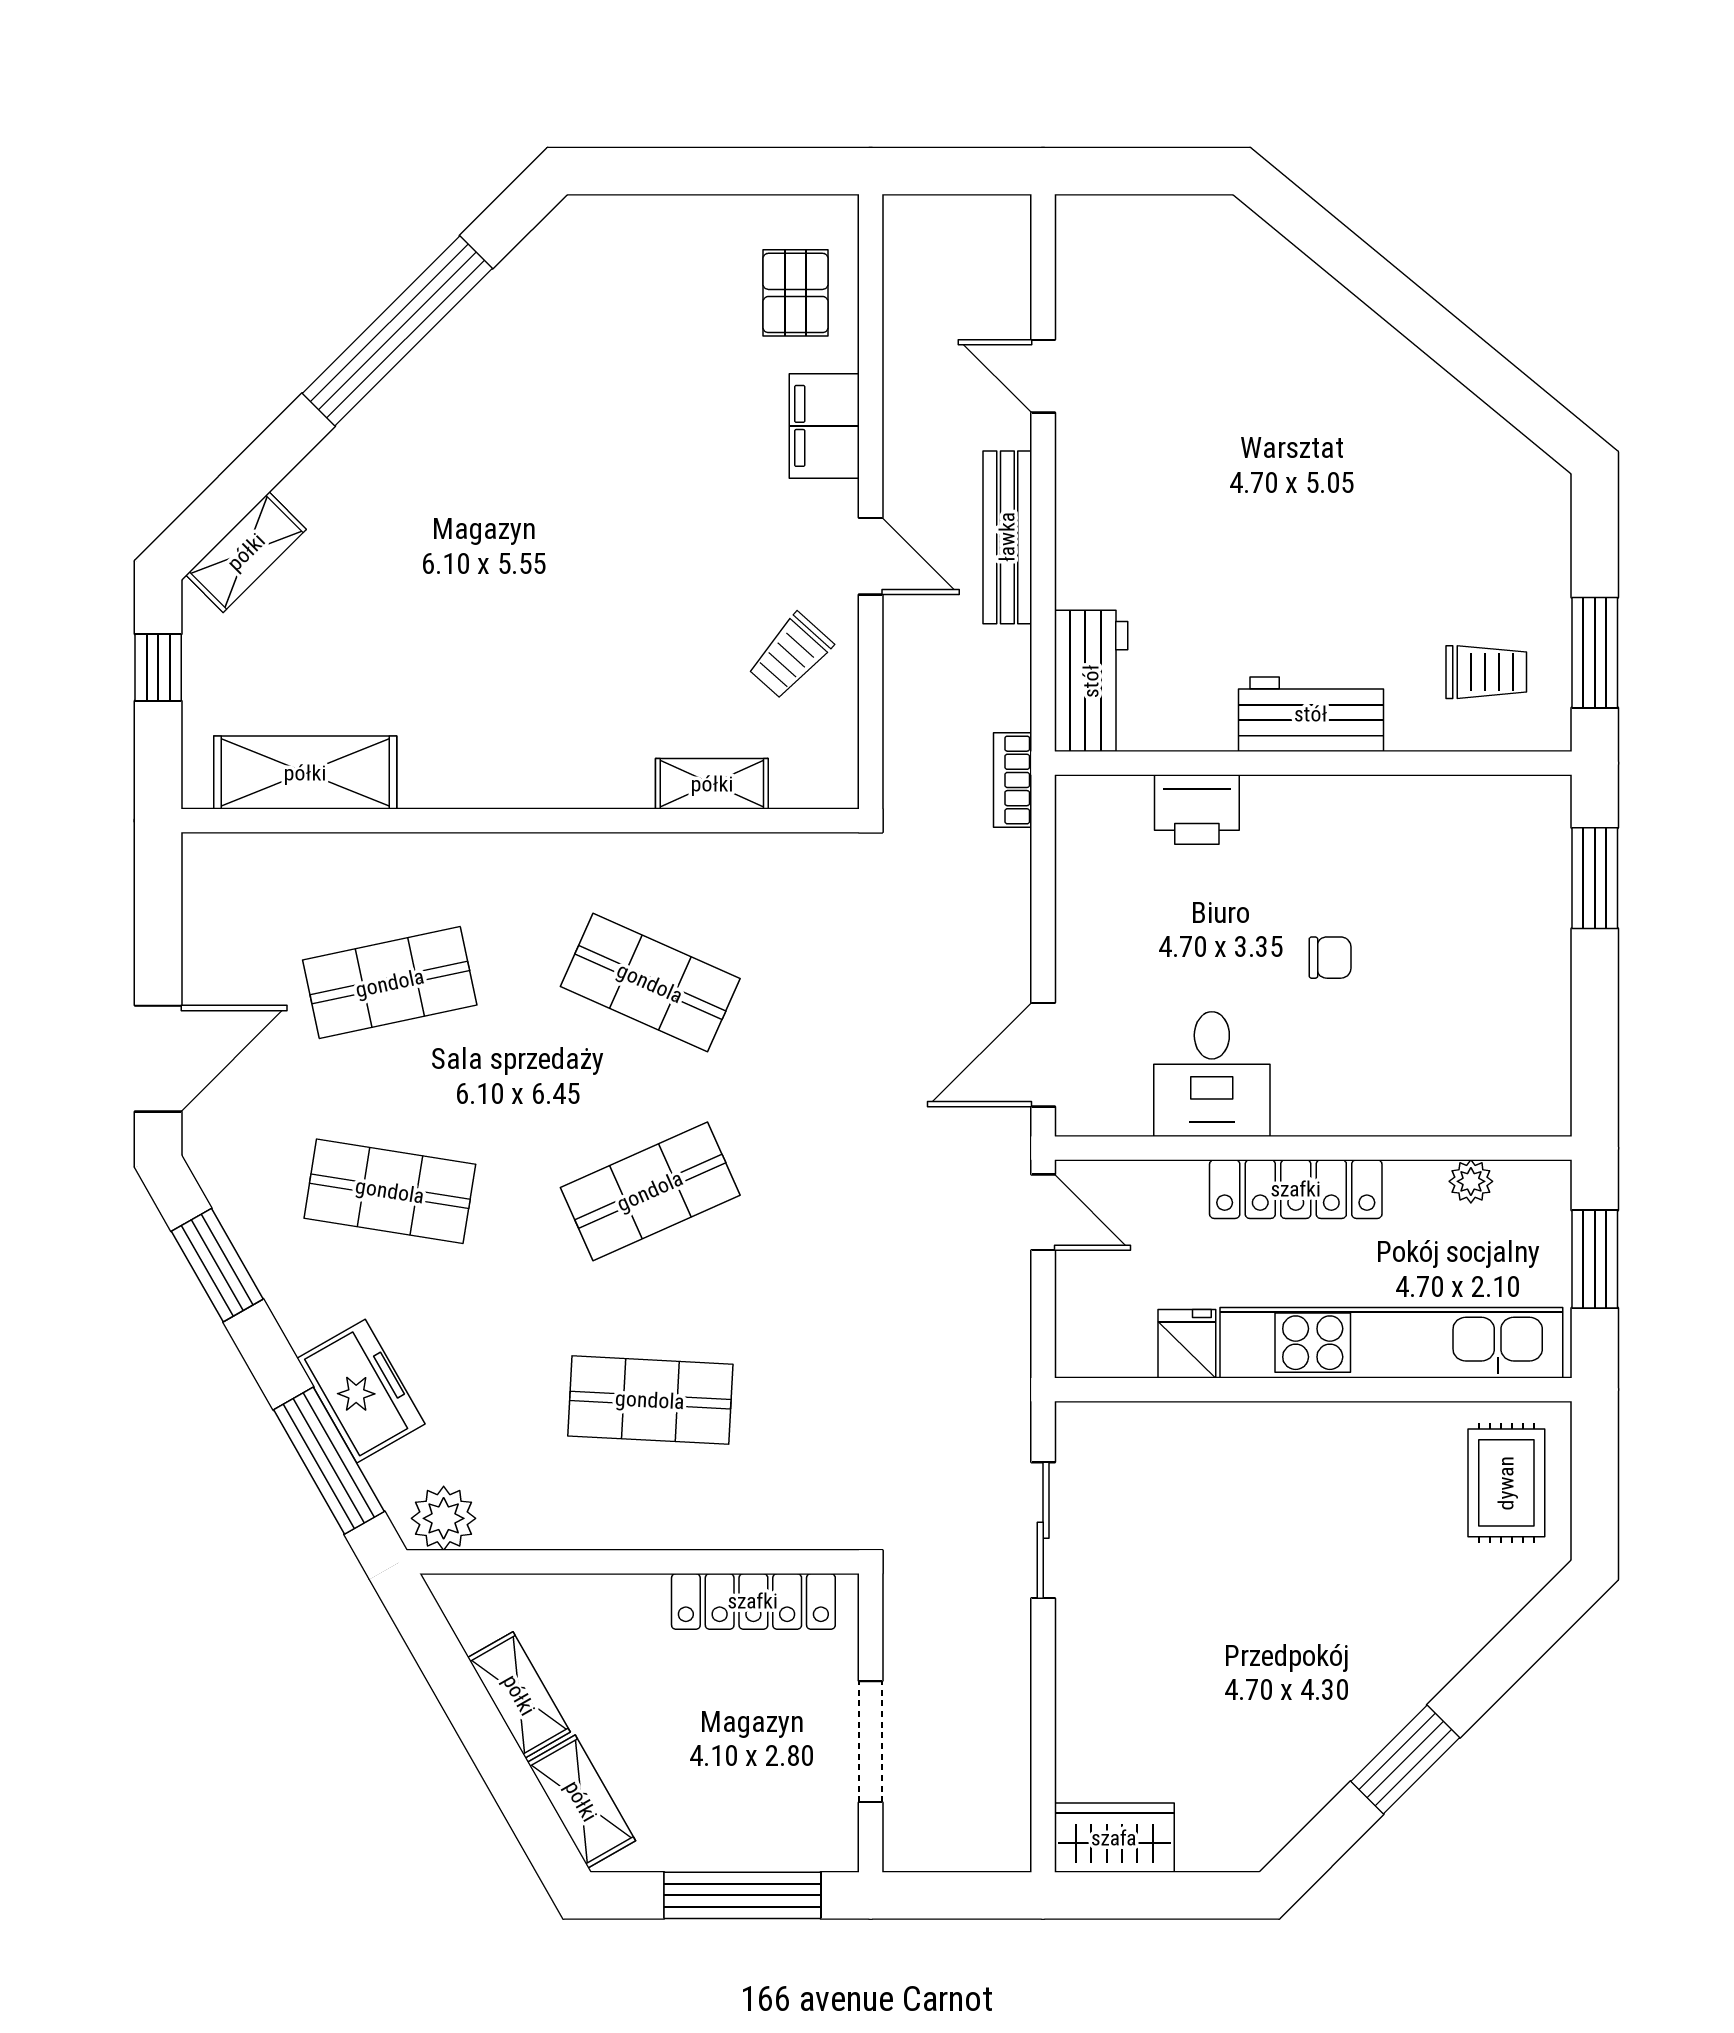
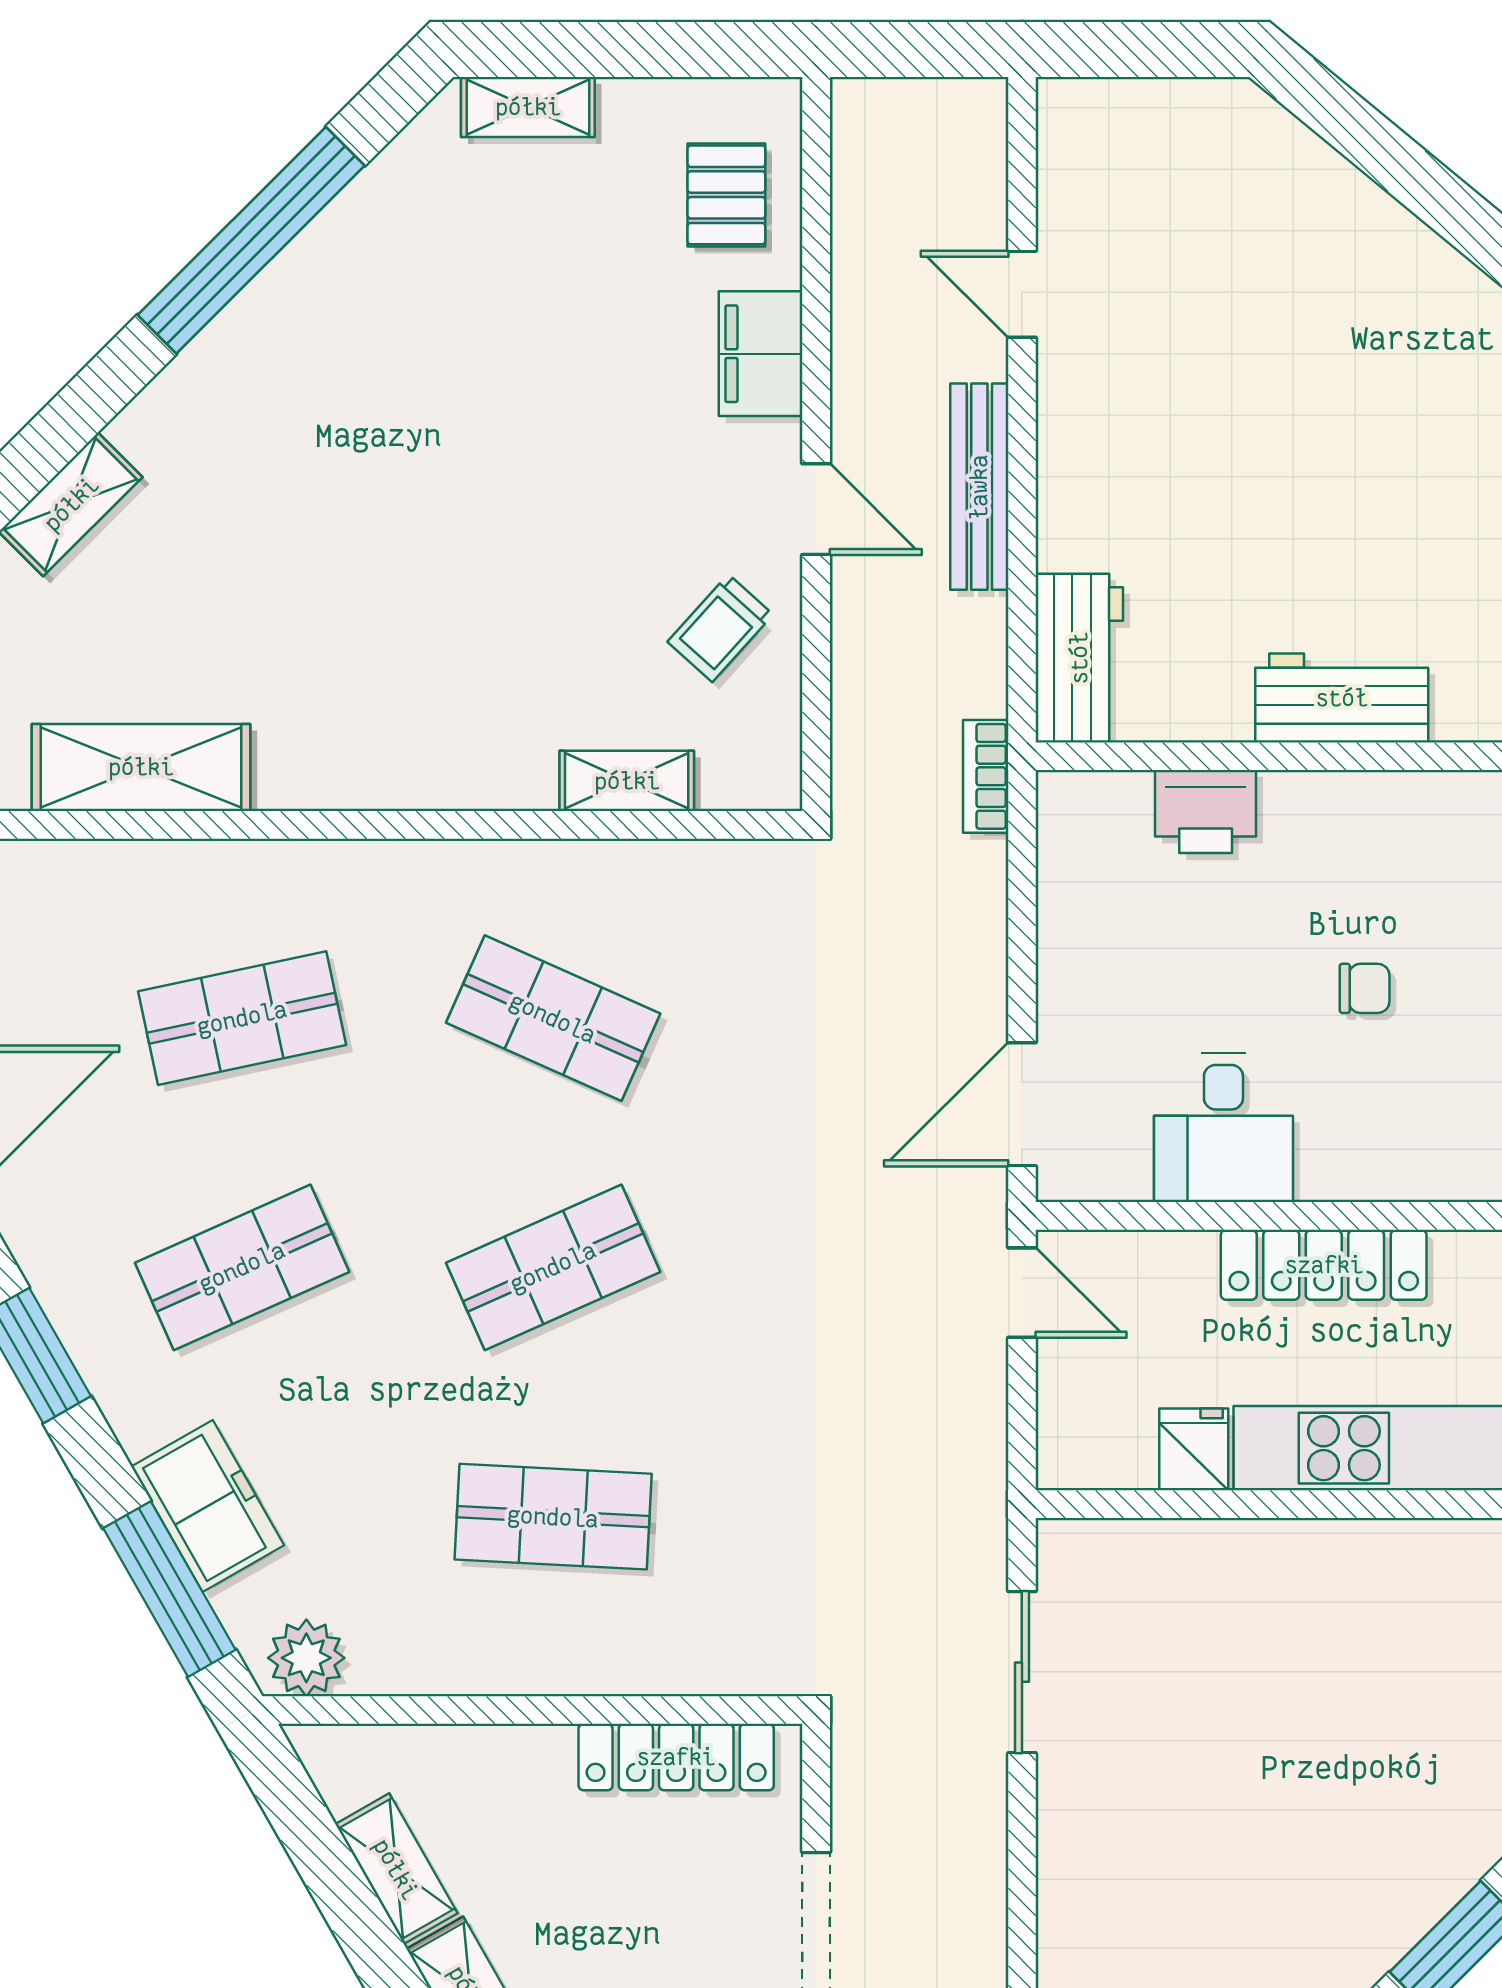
shelving: (629, 219) -> (528, 107), added
shop shelf: (390, 1191) -> (242, 1267), turned -33

